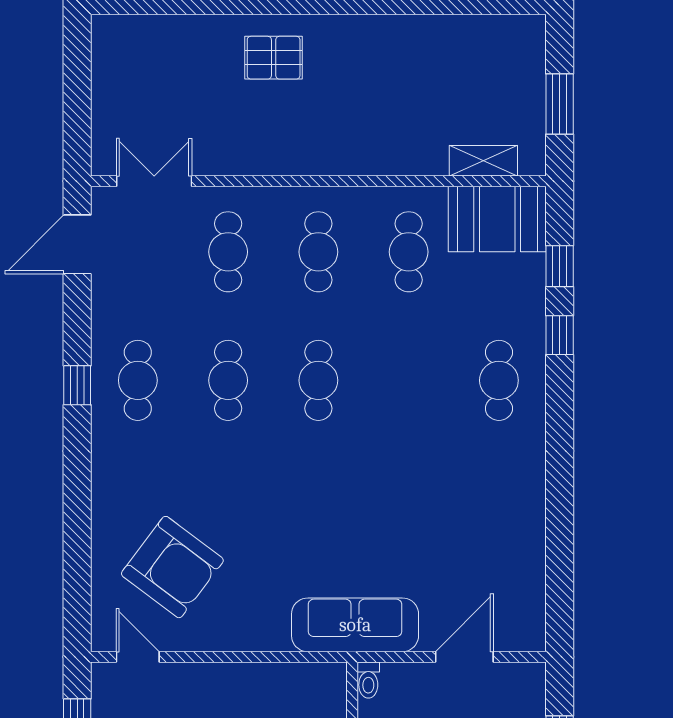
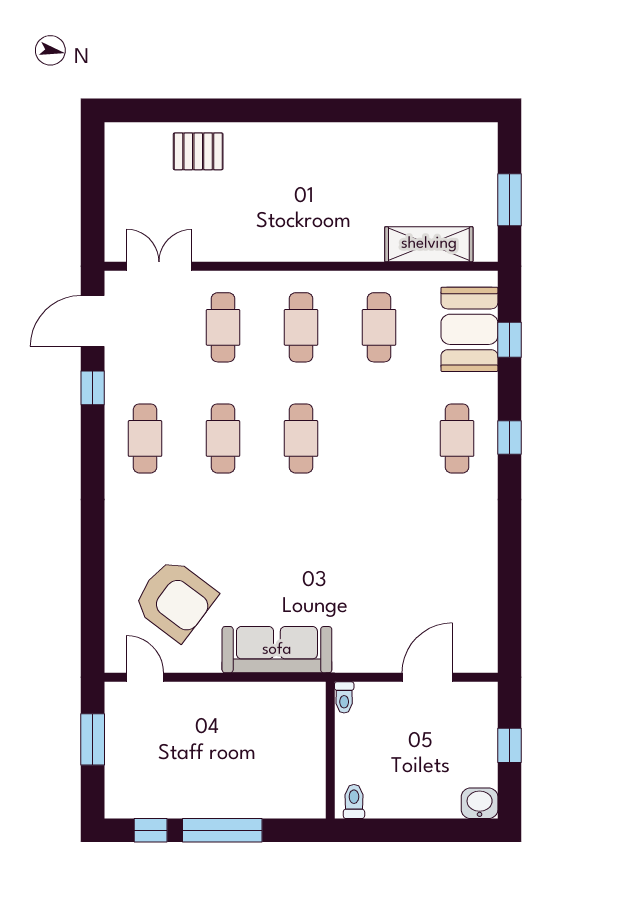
pallet: (274, 58) -> (198, 151), moved
shelving: (483, 161) -> (429, 244), width x1.50, depth x1.33
booth: (497, 219) -> (469, 329), moved, turned 90
window: (560, 335) -> (509, 437), moved
window: (77, 385) -> (93, 388), moved
sofa: (355, 625) -> (277, 650), moved

